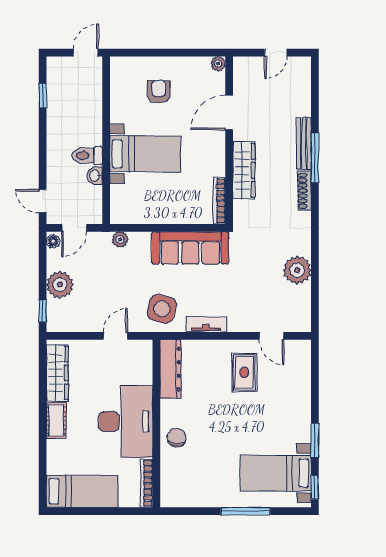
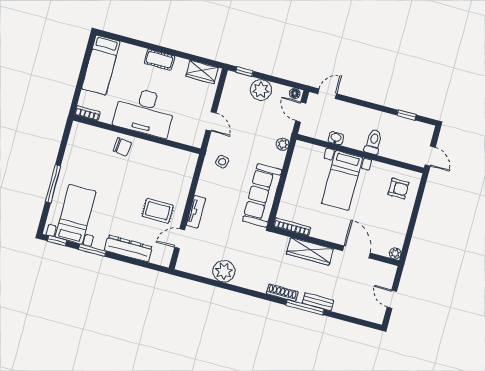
armchair: (159, 92) -> (398, 188), moved
bench: (304, 143) -> (318, 302), width x0.73
toilet: (87, 156) -> (373, 142), moved
side table: (162, 309) -> (222, 162), width x0.54, depth x0.54
tv unit: (206, 325) -> (196, 212), moved
dresser: (171, 369) -> (129, 249), moved, turned 180
wardrobe: (57, 373) -> (202, 72), width x0.67
bookcase: (146, 483) -> (87, 113), width x0.64

